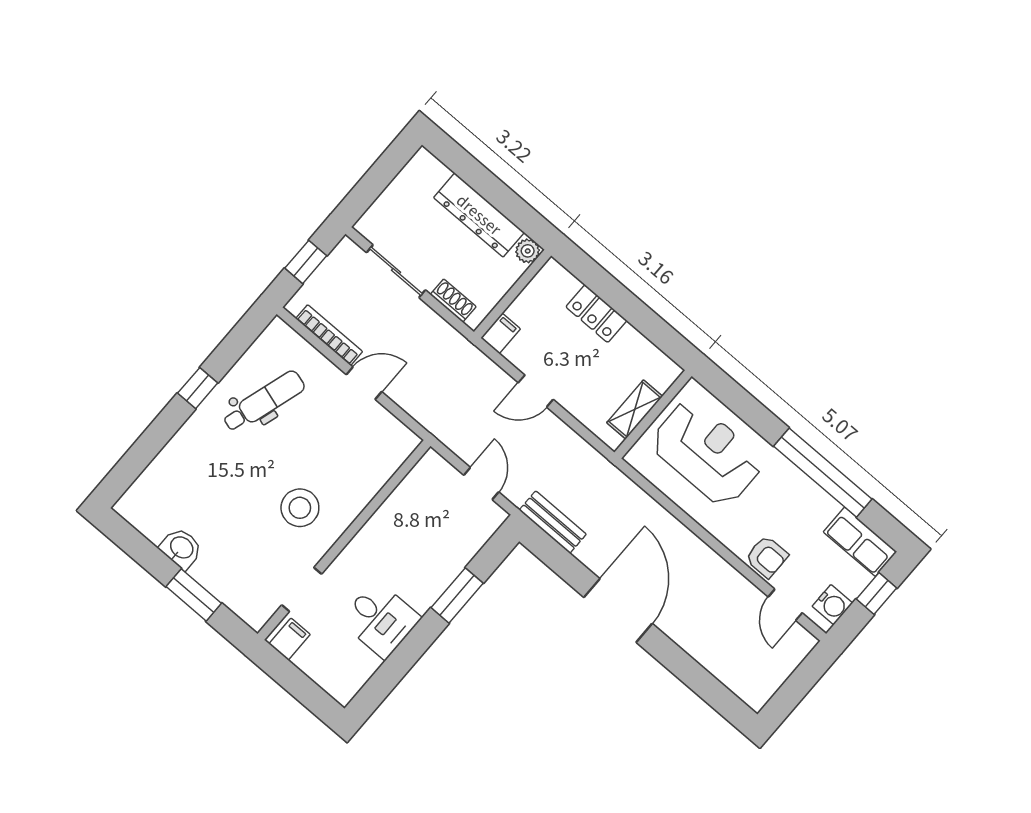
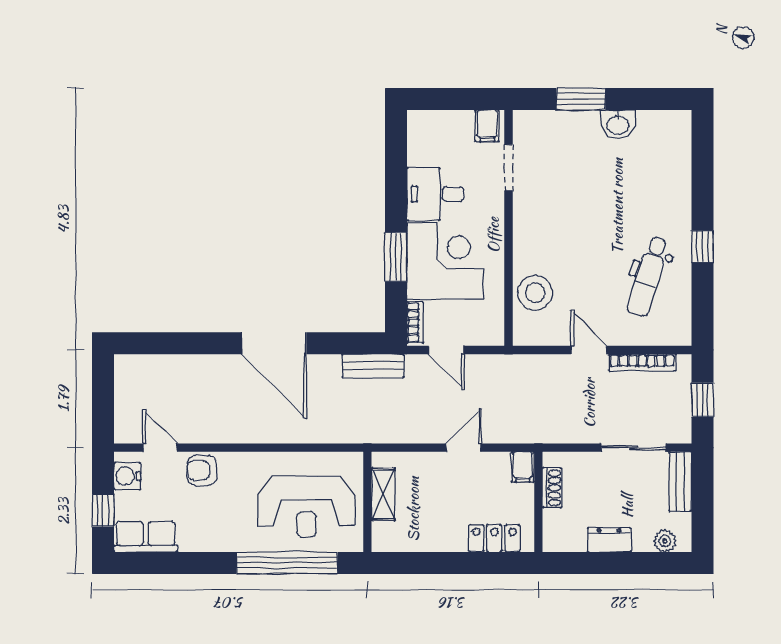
bench: (382, 211) -> (680, 481), added
dresser: (479, 215) -> (609, 540), width x0.51, depth x0.80
plant: (528, 251) -> (665, 541), moved
shoe rack: (453, 301) -> (552, 488), moved, turned -90
locker: (596, 314) -> (494, 538), moved
door: (364, 383) -> (589, 350), swing flipped
window: (823, 473) -> (287, 563), moved
stool: (300, 508) -> (535, 293), moved
bookcase: (487, 528) -> (415, 322), added
corner desk: (420, 557) -> (445, 261), added

